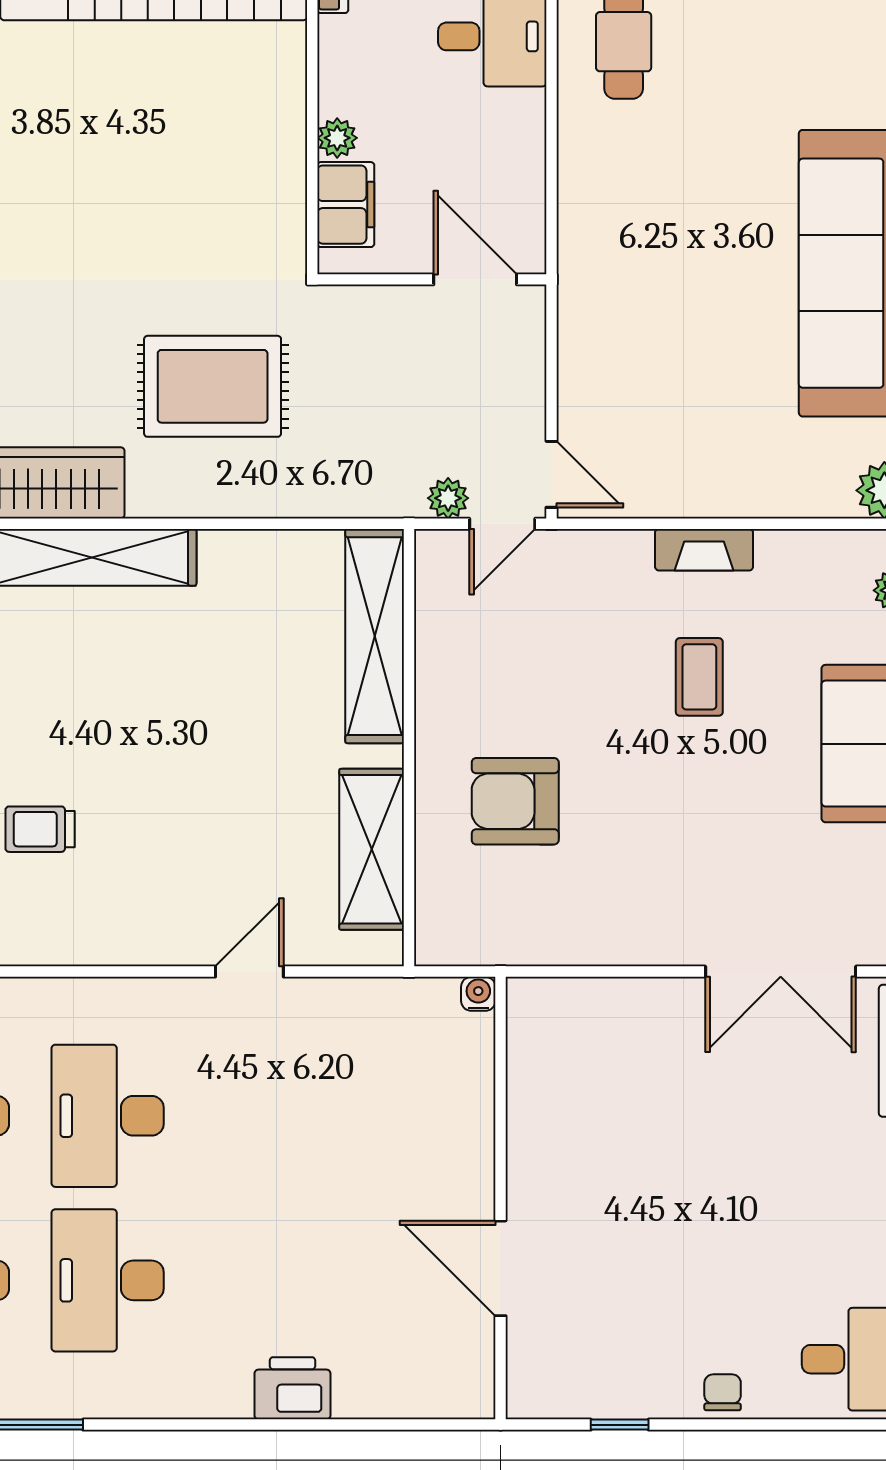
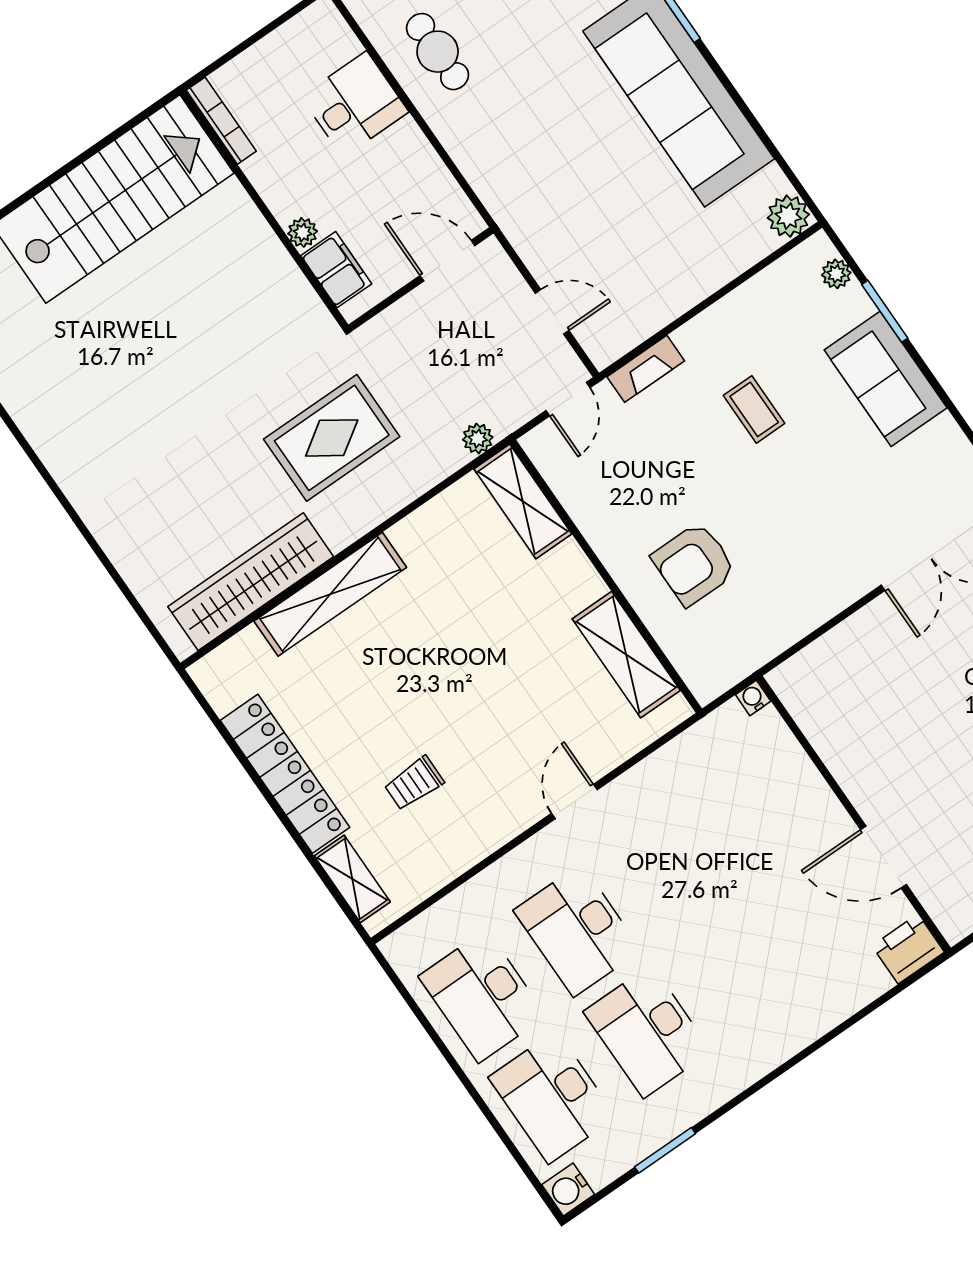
door: (551, 474) -> (552, 312), moved
plant: (448, 498) -> (478, 438), moved
fireplace: (704, 550) -> (646, 369), moved
shelving: (375, 636) -> (523, 501), width x0.68
door: (249, 972) -> (574, 802), moved
printer: (292, 1388) -> (908, 949), moved

